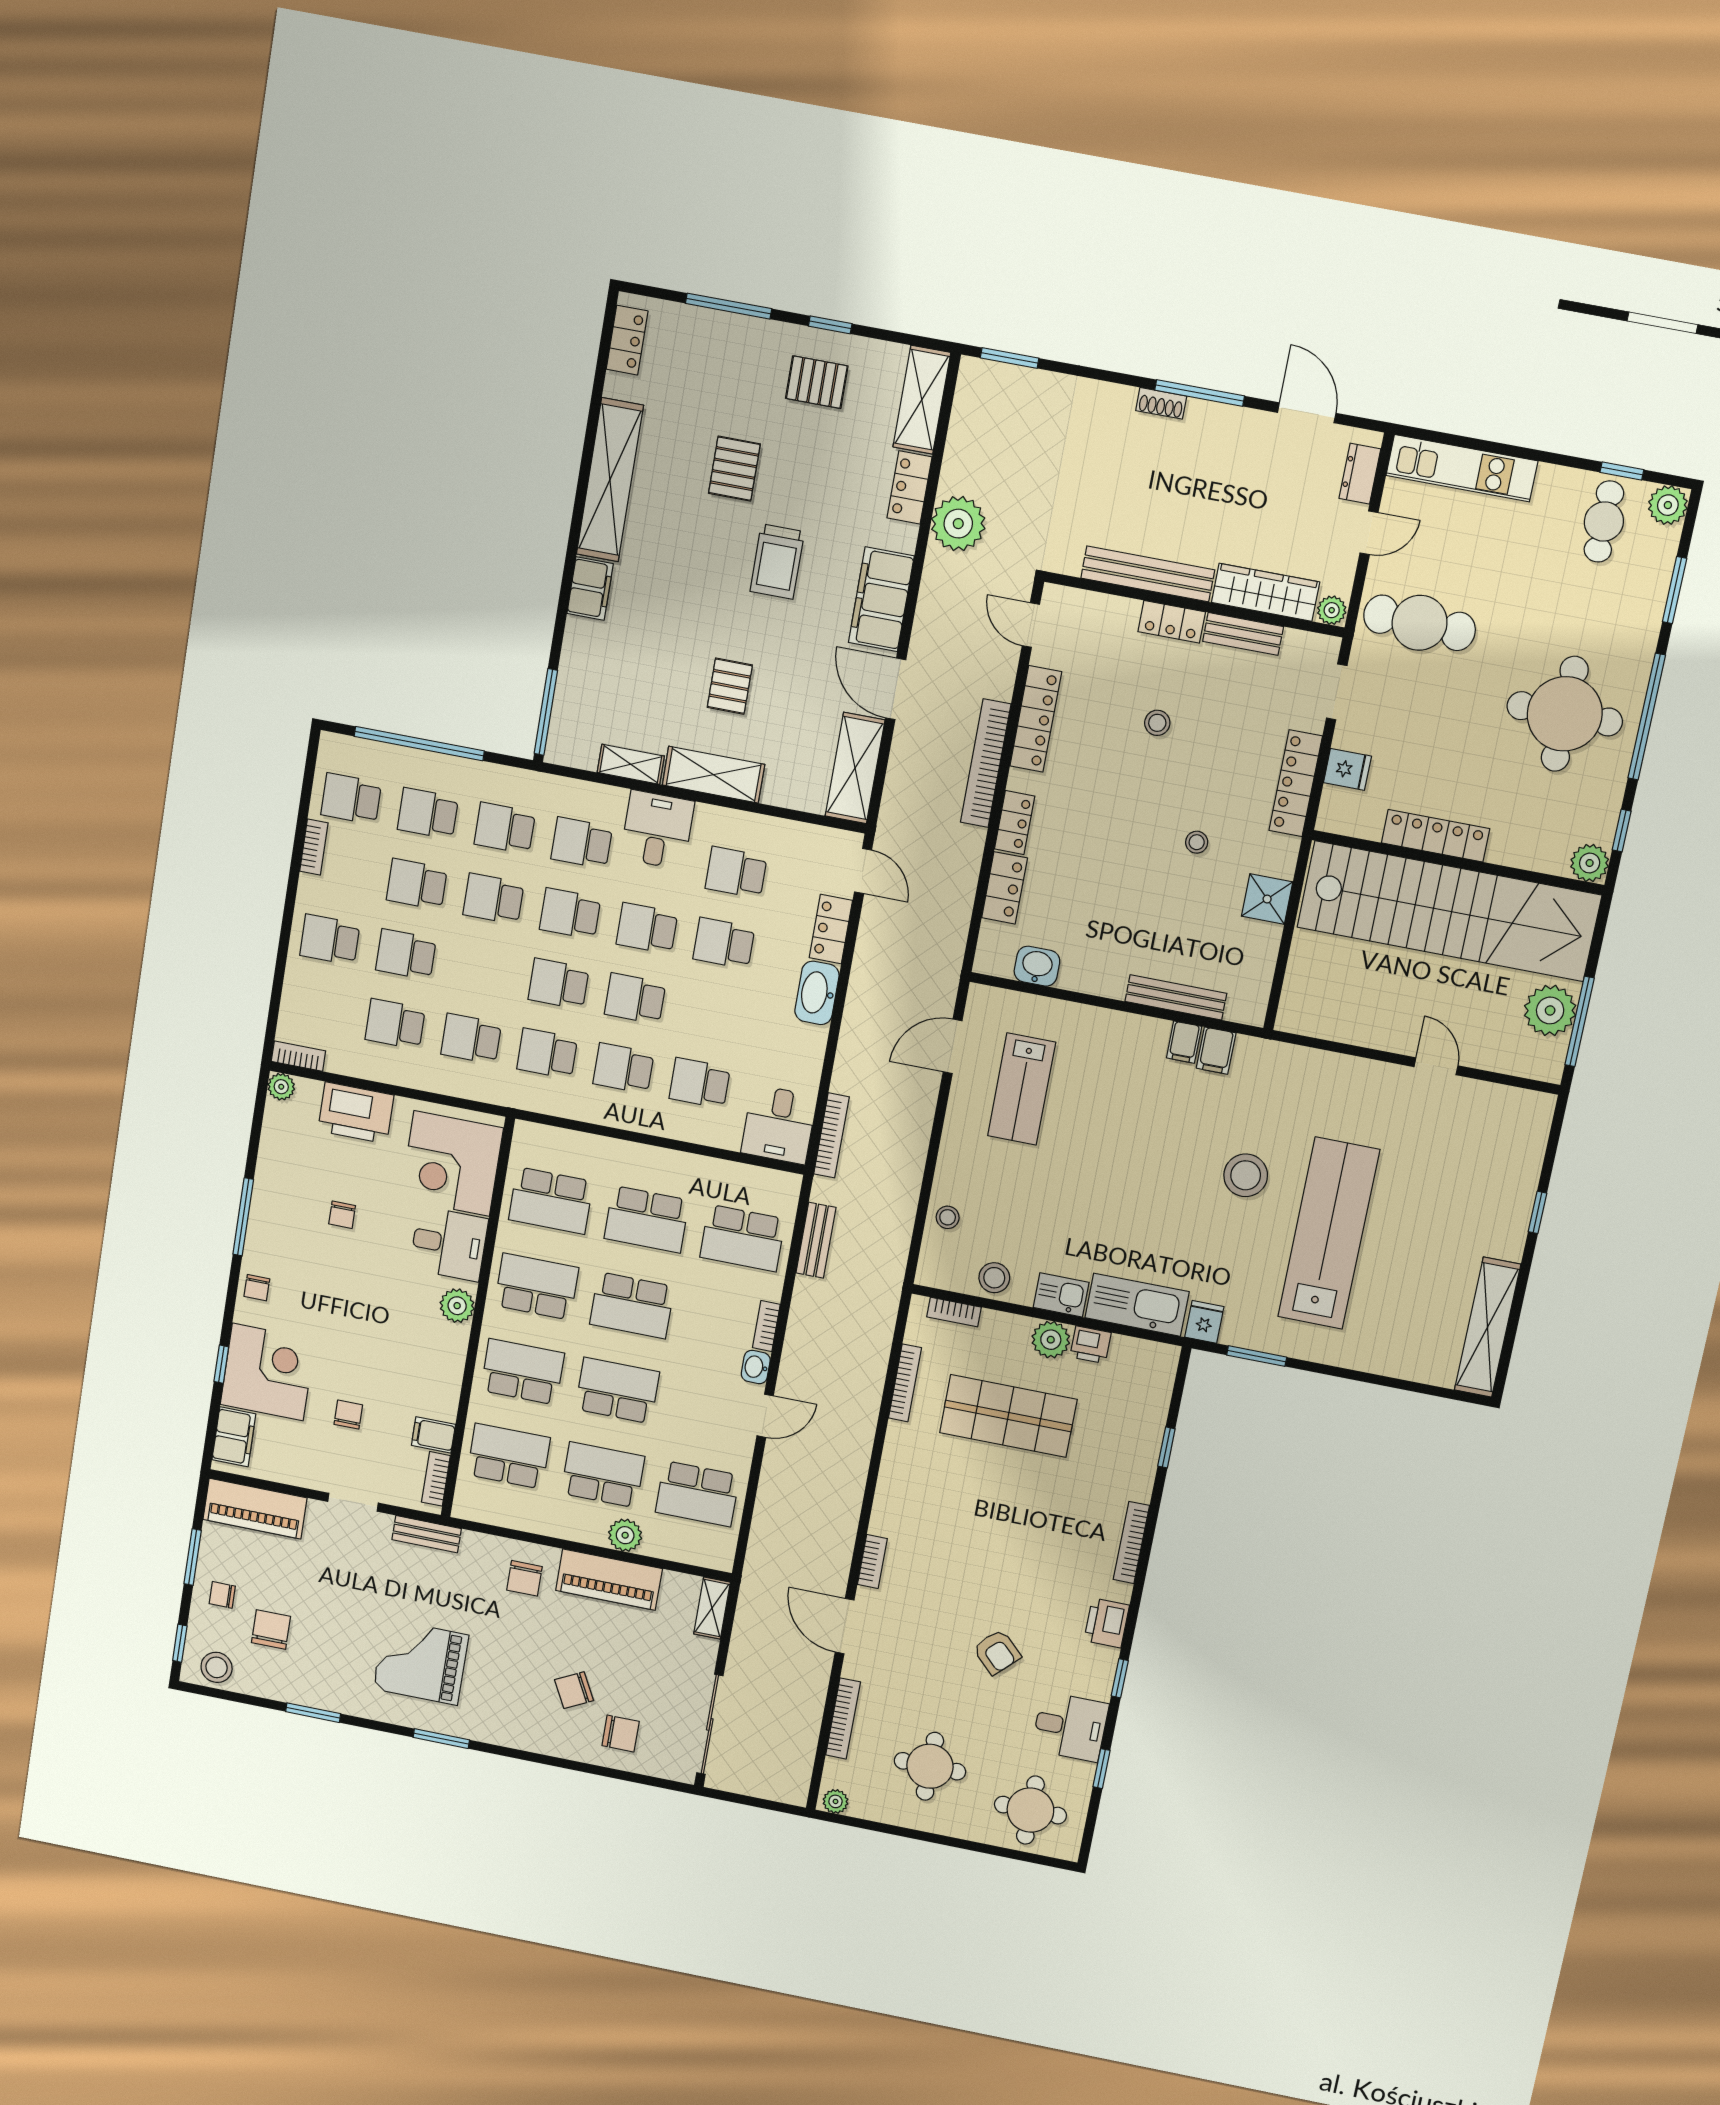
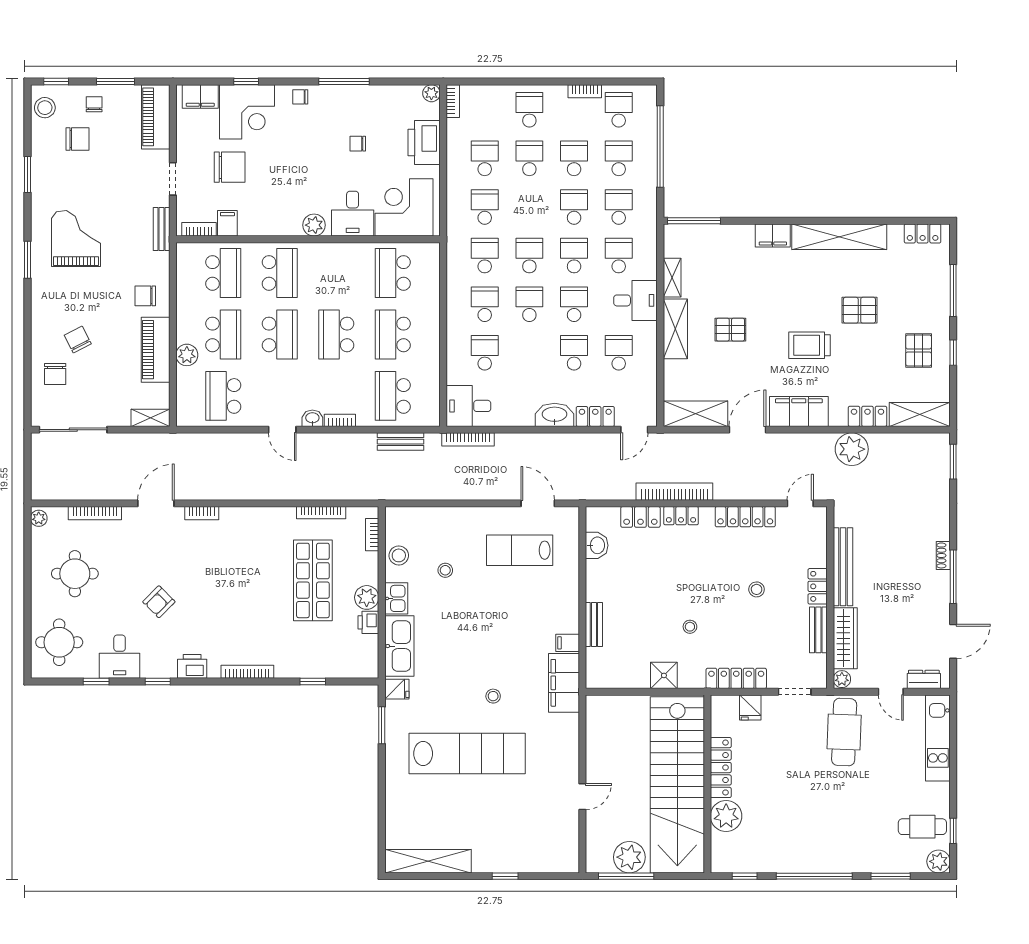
round table: (1565, 714) -> (807, 828), removed
bookcase: (986, 763) -> (674, 492), moved
plant: (1590, 863) -> (726, 816), moved, width x1.36, depth x1.36
bench: (1176, 997) -> (594, 625), width x0.73
filing cabinet: (1216, 1051) -> (564, 683), width x3.00, depth x1.17
stool: (1246, 1175) -> (493, 696), width x0.53, depth x0.53
stool: (948, 1217) -> (445, 570), moved
school desk: (537, 1287) -> (336, 273), removed
chair: (348, 1415) -> (230, 167), width x1.87, depth x1.87

